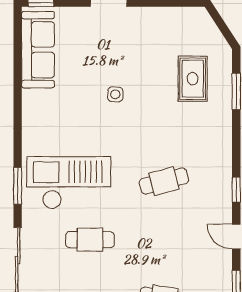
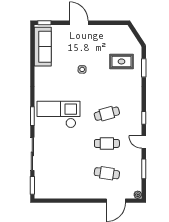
rug: (193, 79) -> (121, 61), turned 90
cafe table: (90, 240) -> (107, 143), moved

